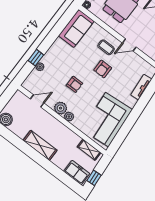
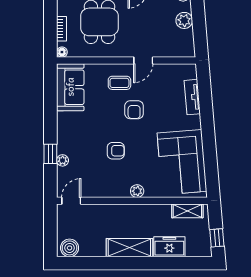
door: (37, 101) -> (71, 201), moved
plant: (61, 108) -> (121, 189), removed
freezer: (77, 173) -> (169, 247), moved

